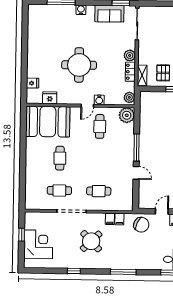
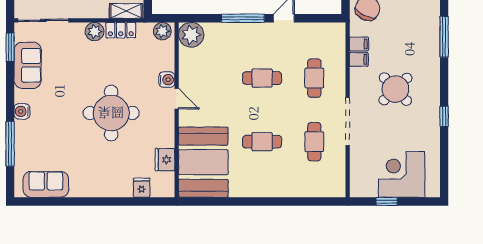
sofa: (36, 24) -> (46, 184), added
cafe table: (100, 126) -> (262, 78), moved

